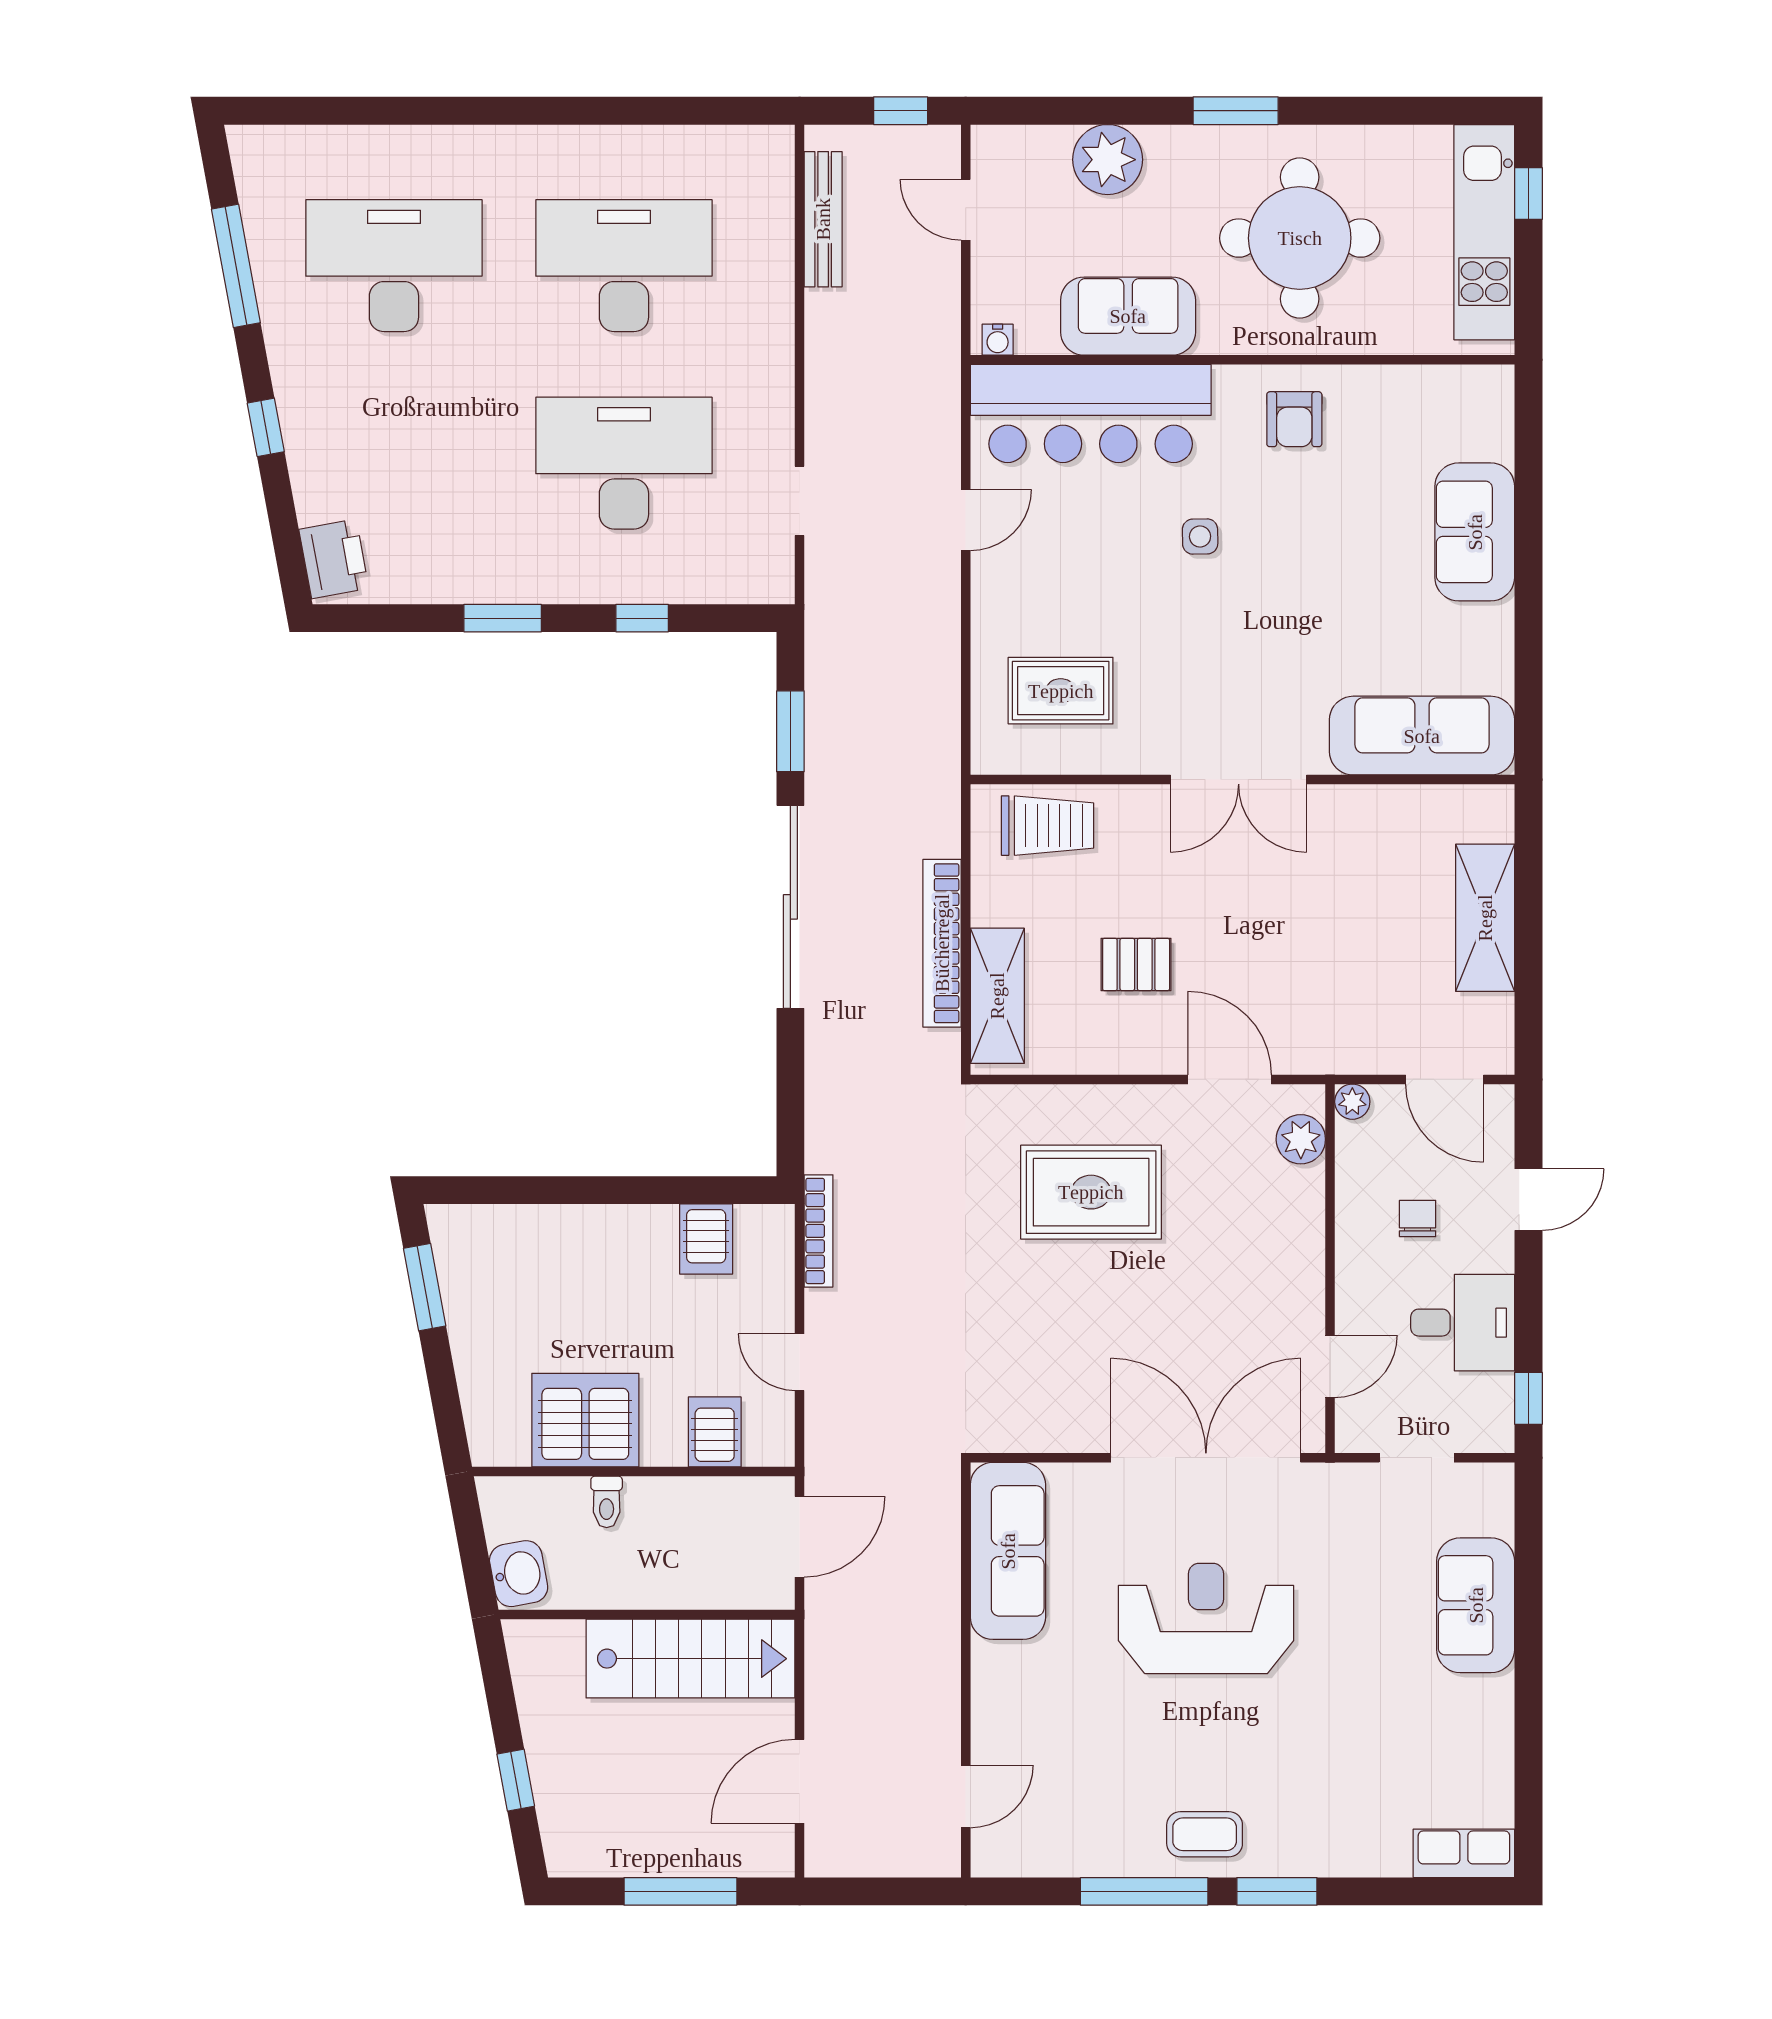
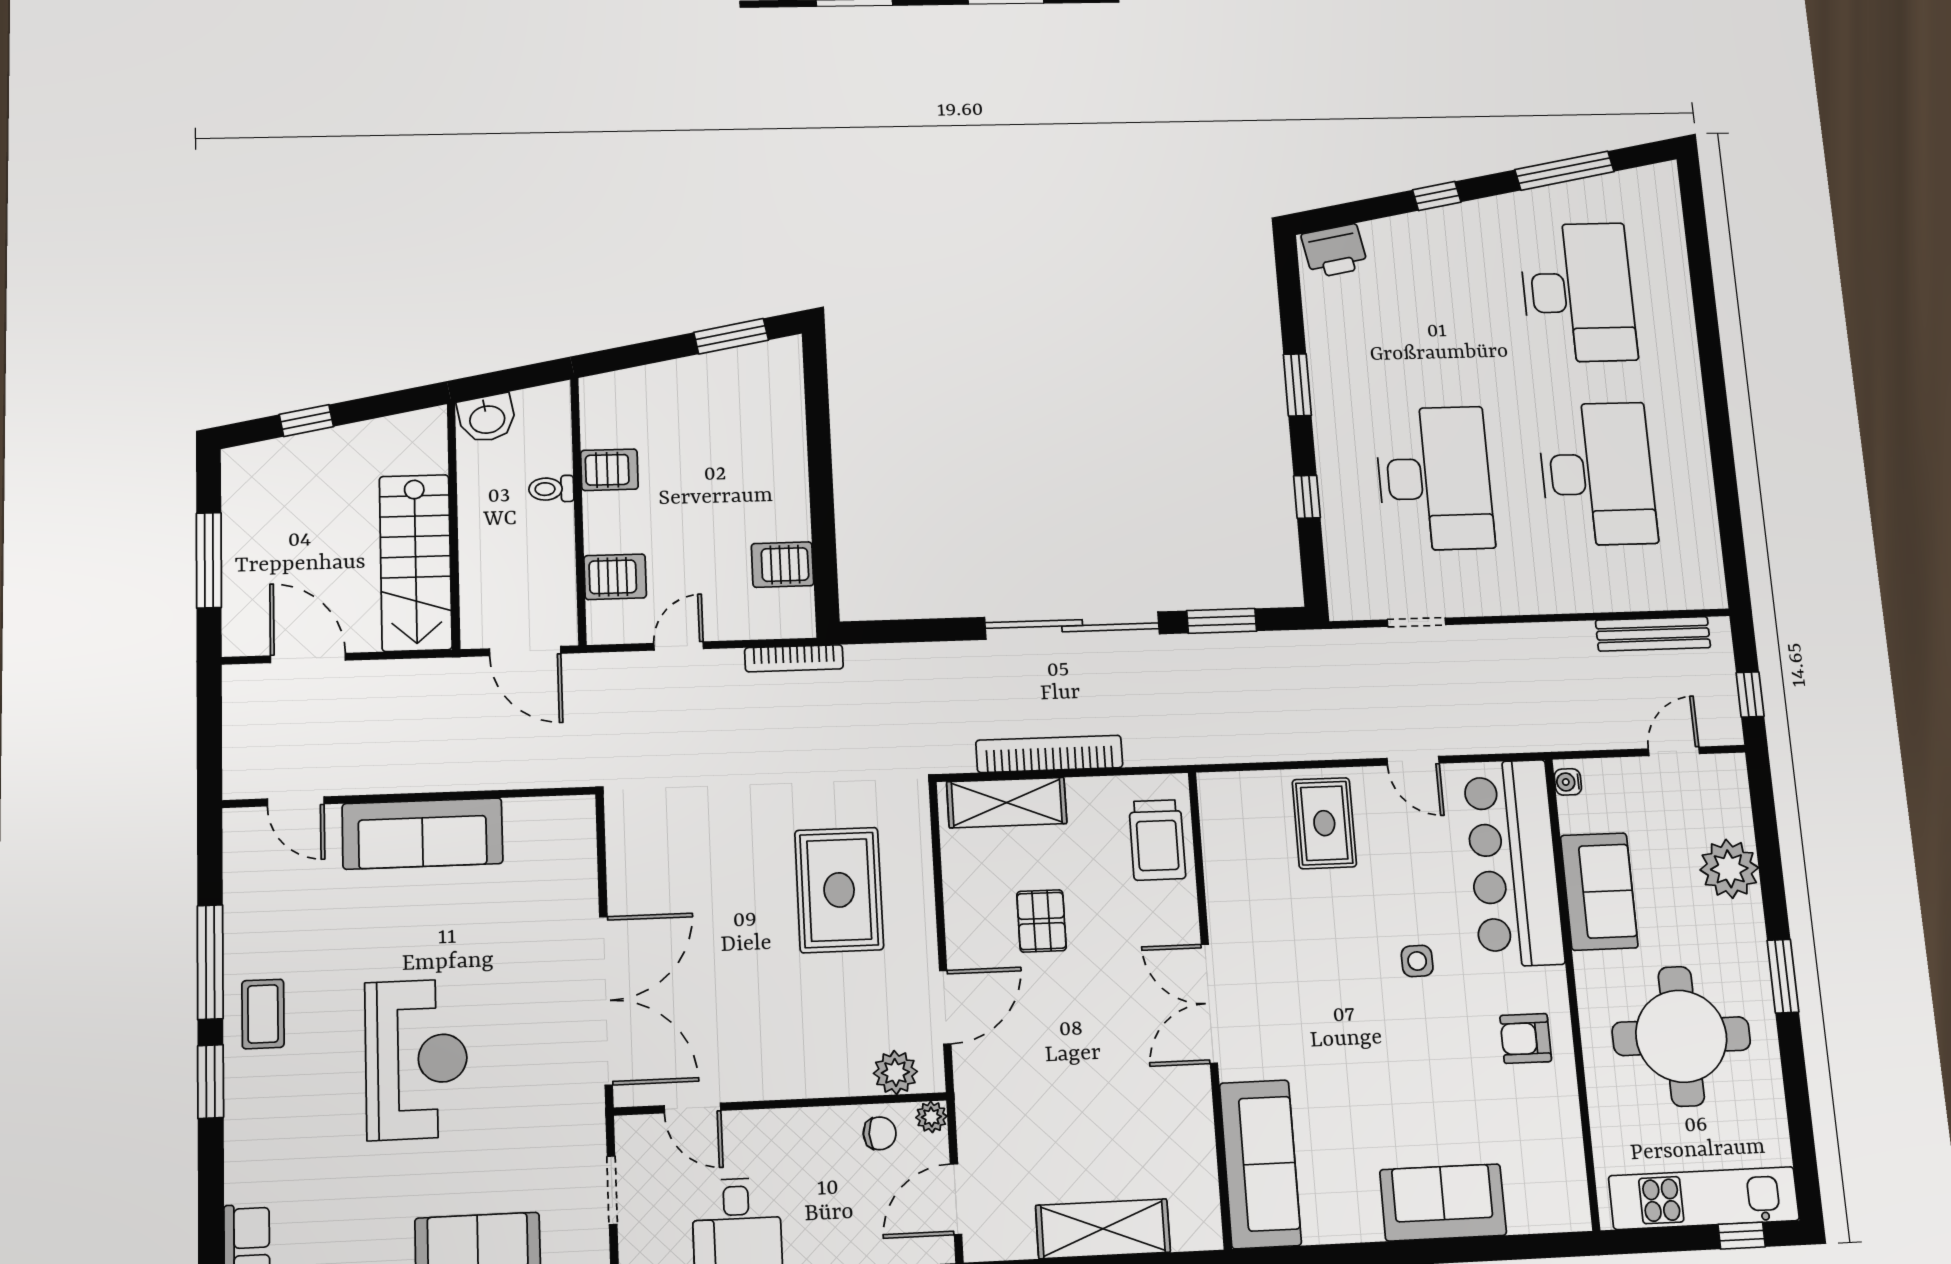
rug: (1061, 691) -> (1324, 823), moved
chair: (1418, 1218) -> (880, 1133), moved
server rack: (585, 1420) -> (609, 470), width x0.46, depth x0.70
sofa: (1008, 1551) -> (423, 834), moved
reception desk: (1206, 1618) -> (416, 1059), moved

